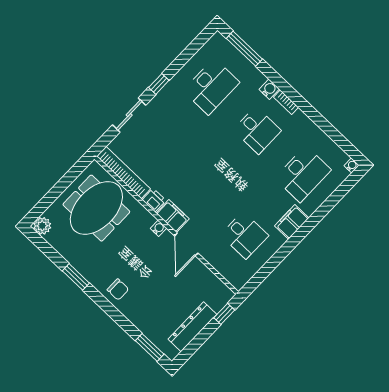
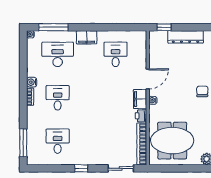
desk: (211, 87) -> (58, 141), width x0.73
water cooler: (269, 89) -> (32, 82), moved
sliding door: (129, 115) -> (121, 168), moved
window: (336, 197) -> (53, 27), added

